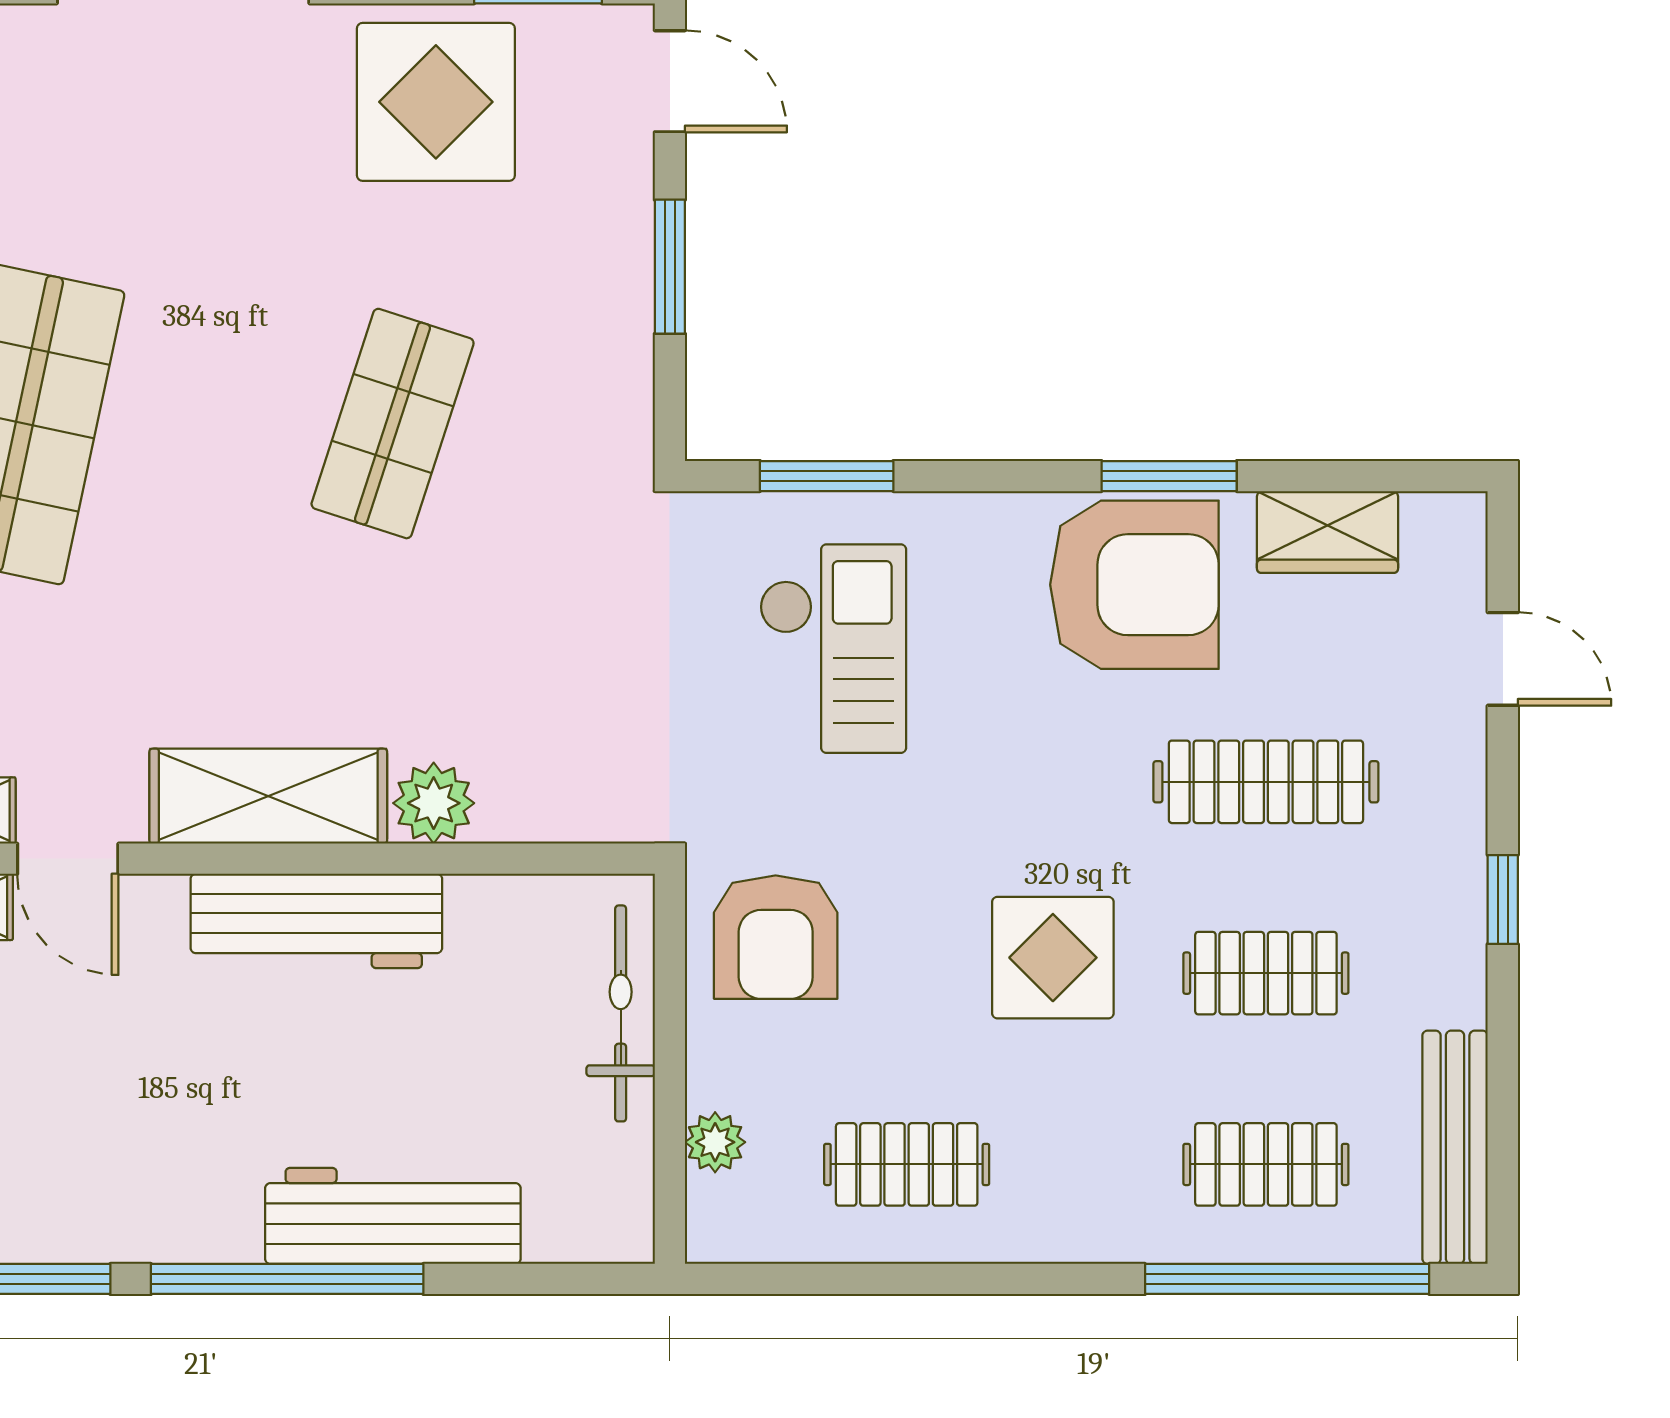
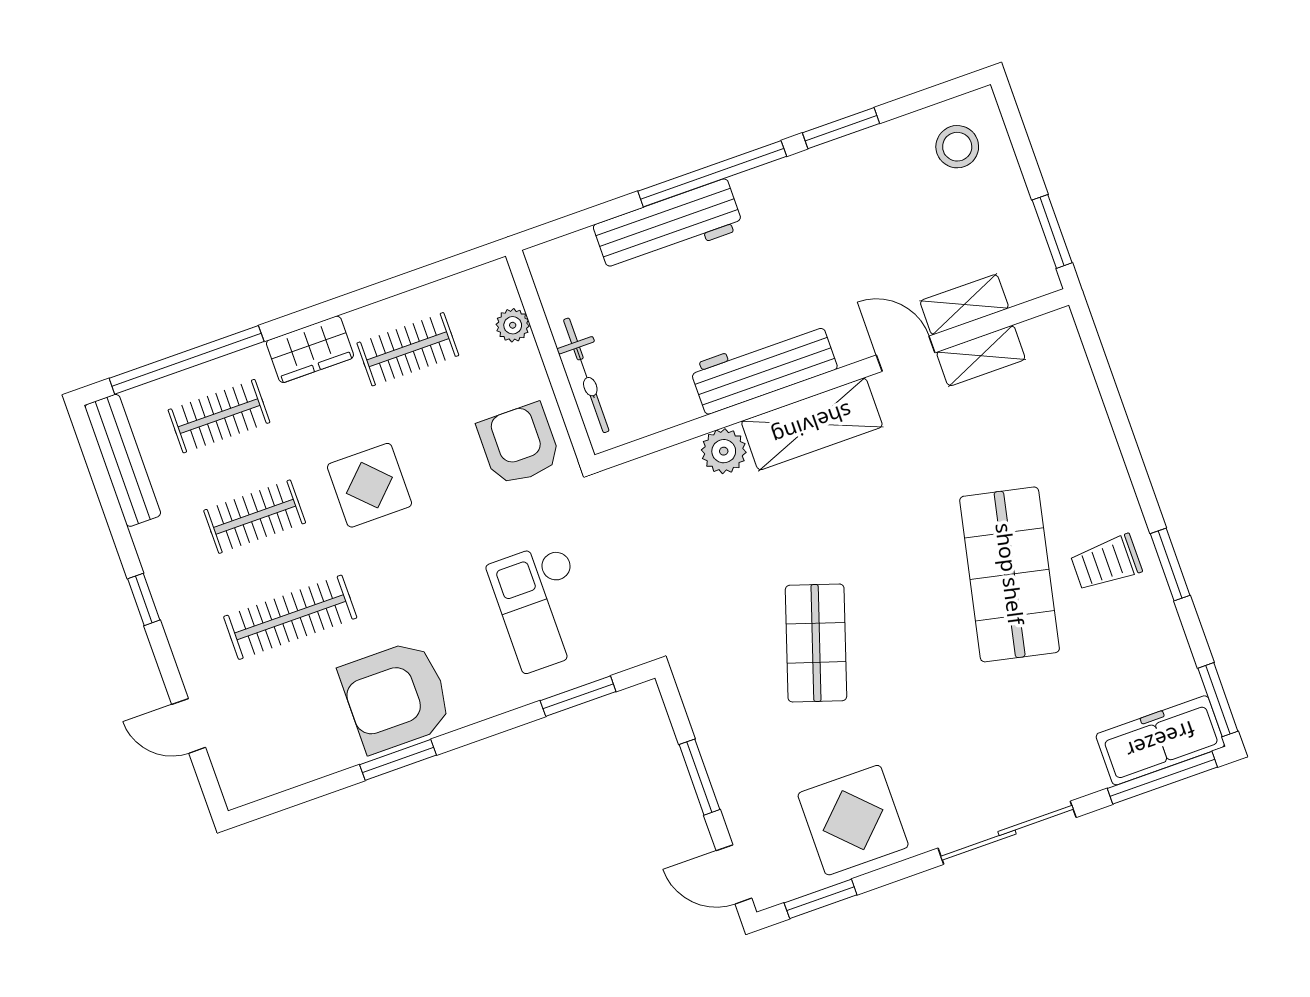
wardrobe: (1327, 532) -> (310, 349), moved, turned 180

